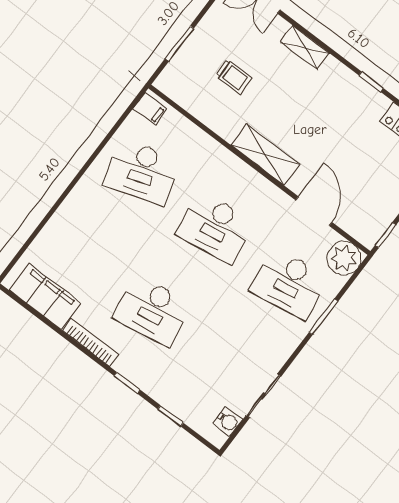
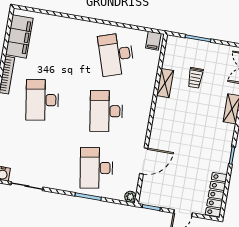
shelving: (265, 155) -> (165, 83), moved, width x0.67, depth x0.75
plant: (344, 258) -> (130, 197), width x0.53, depth x0.53

